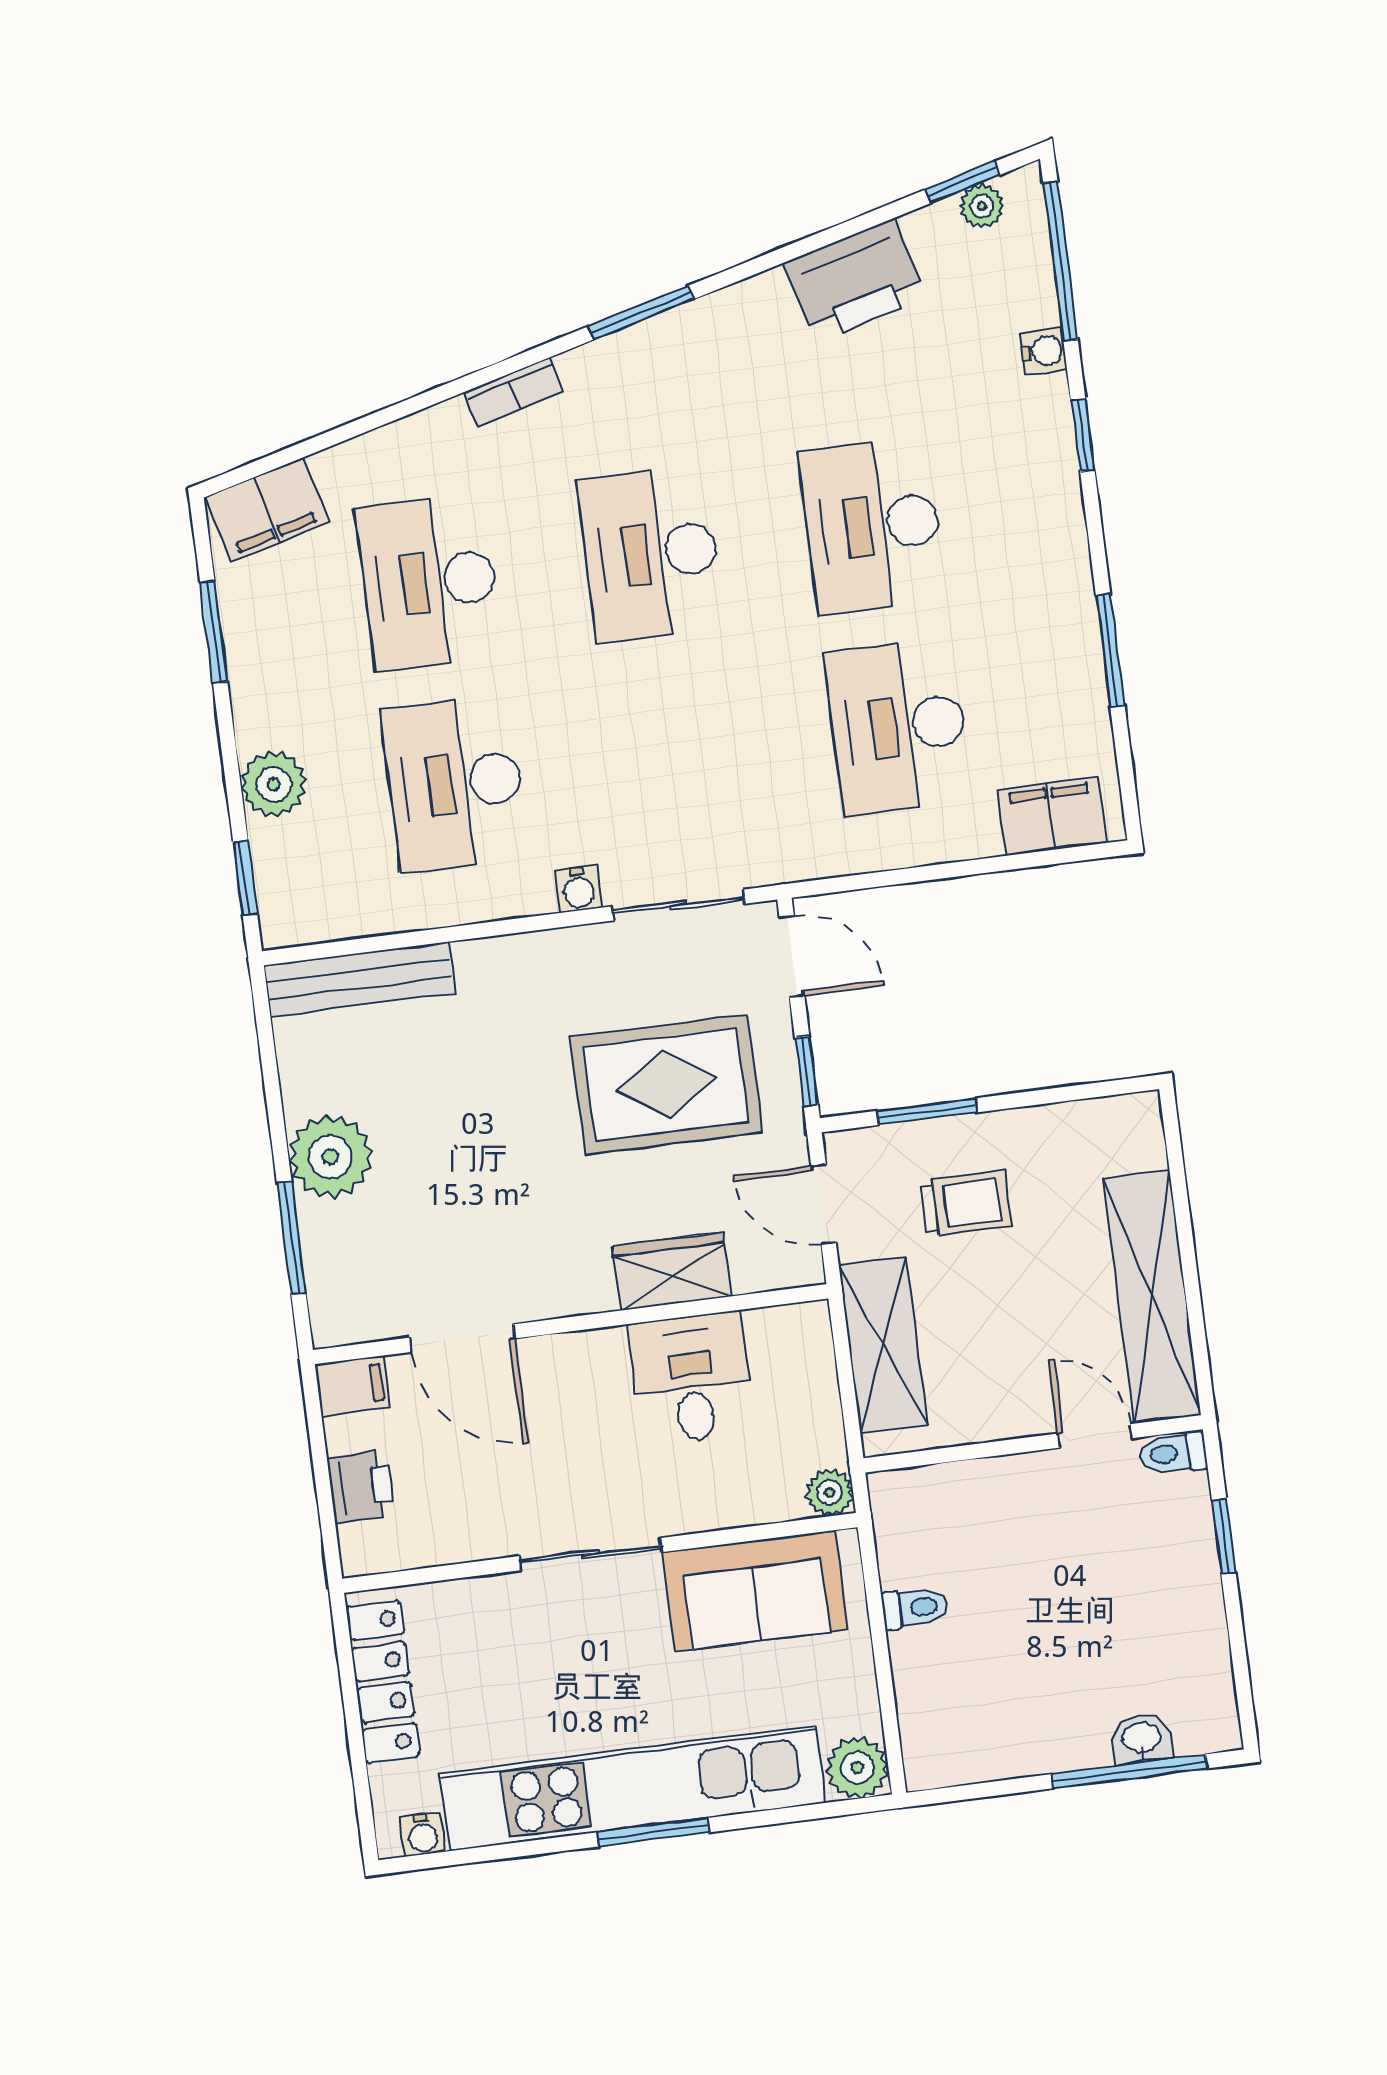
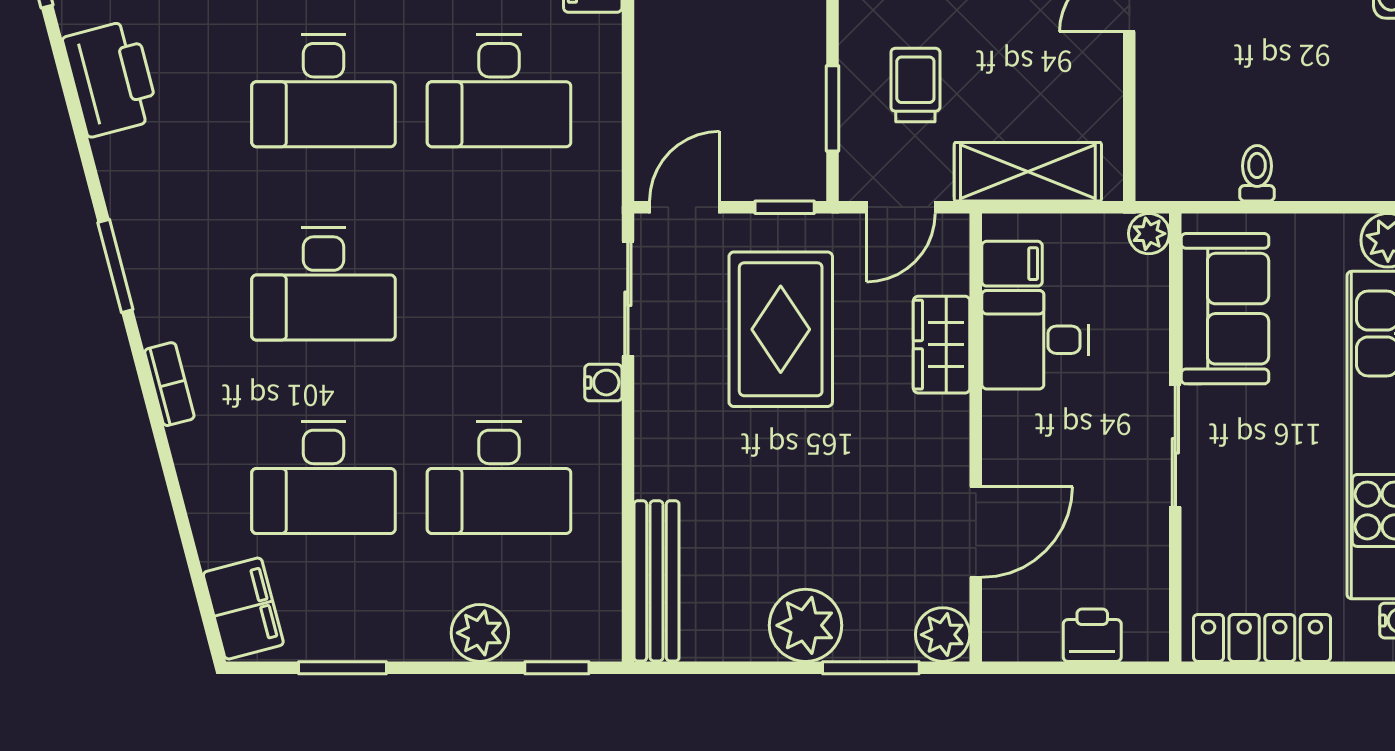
plant: (340, 1315) -> (943, 635), added
filing cabinet: (352, 1386) -> (1012, 264), moved, turned 90

